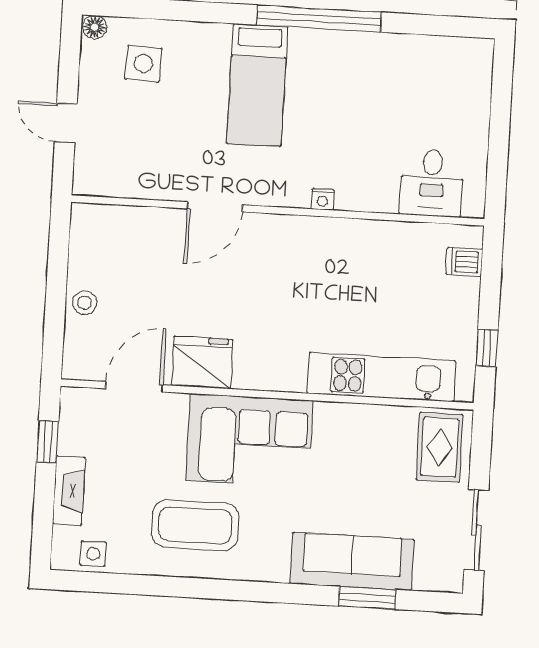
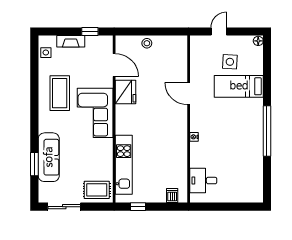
side table: (143, 64) -> (230, 62), moved
bed: (257, 85) -> (239, 86), moved

